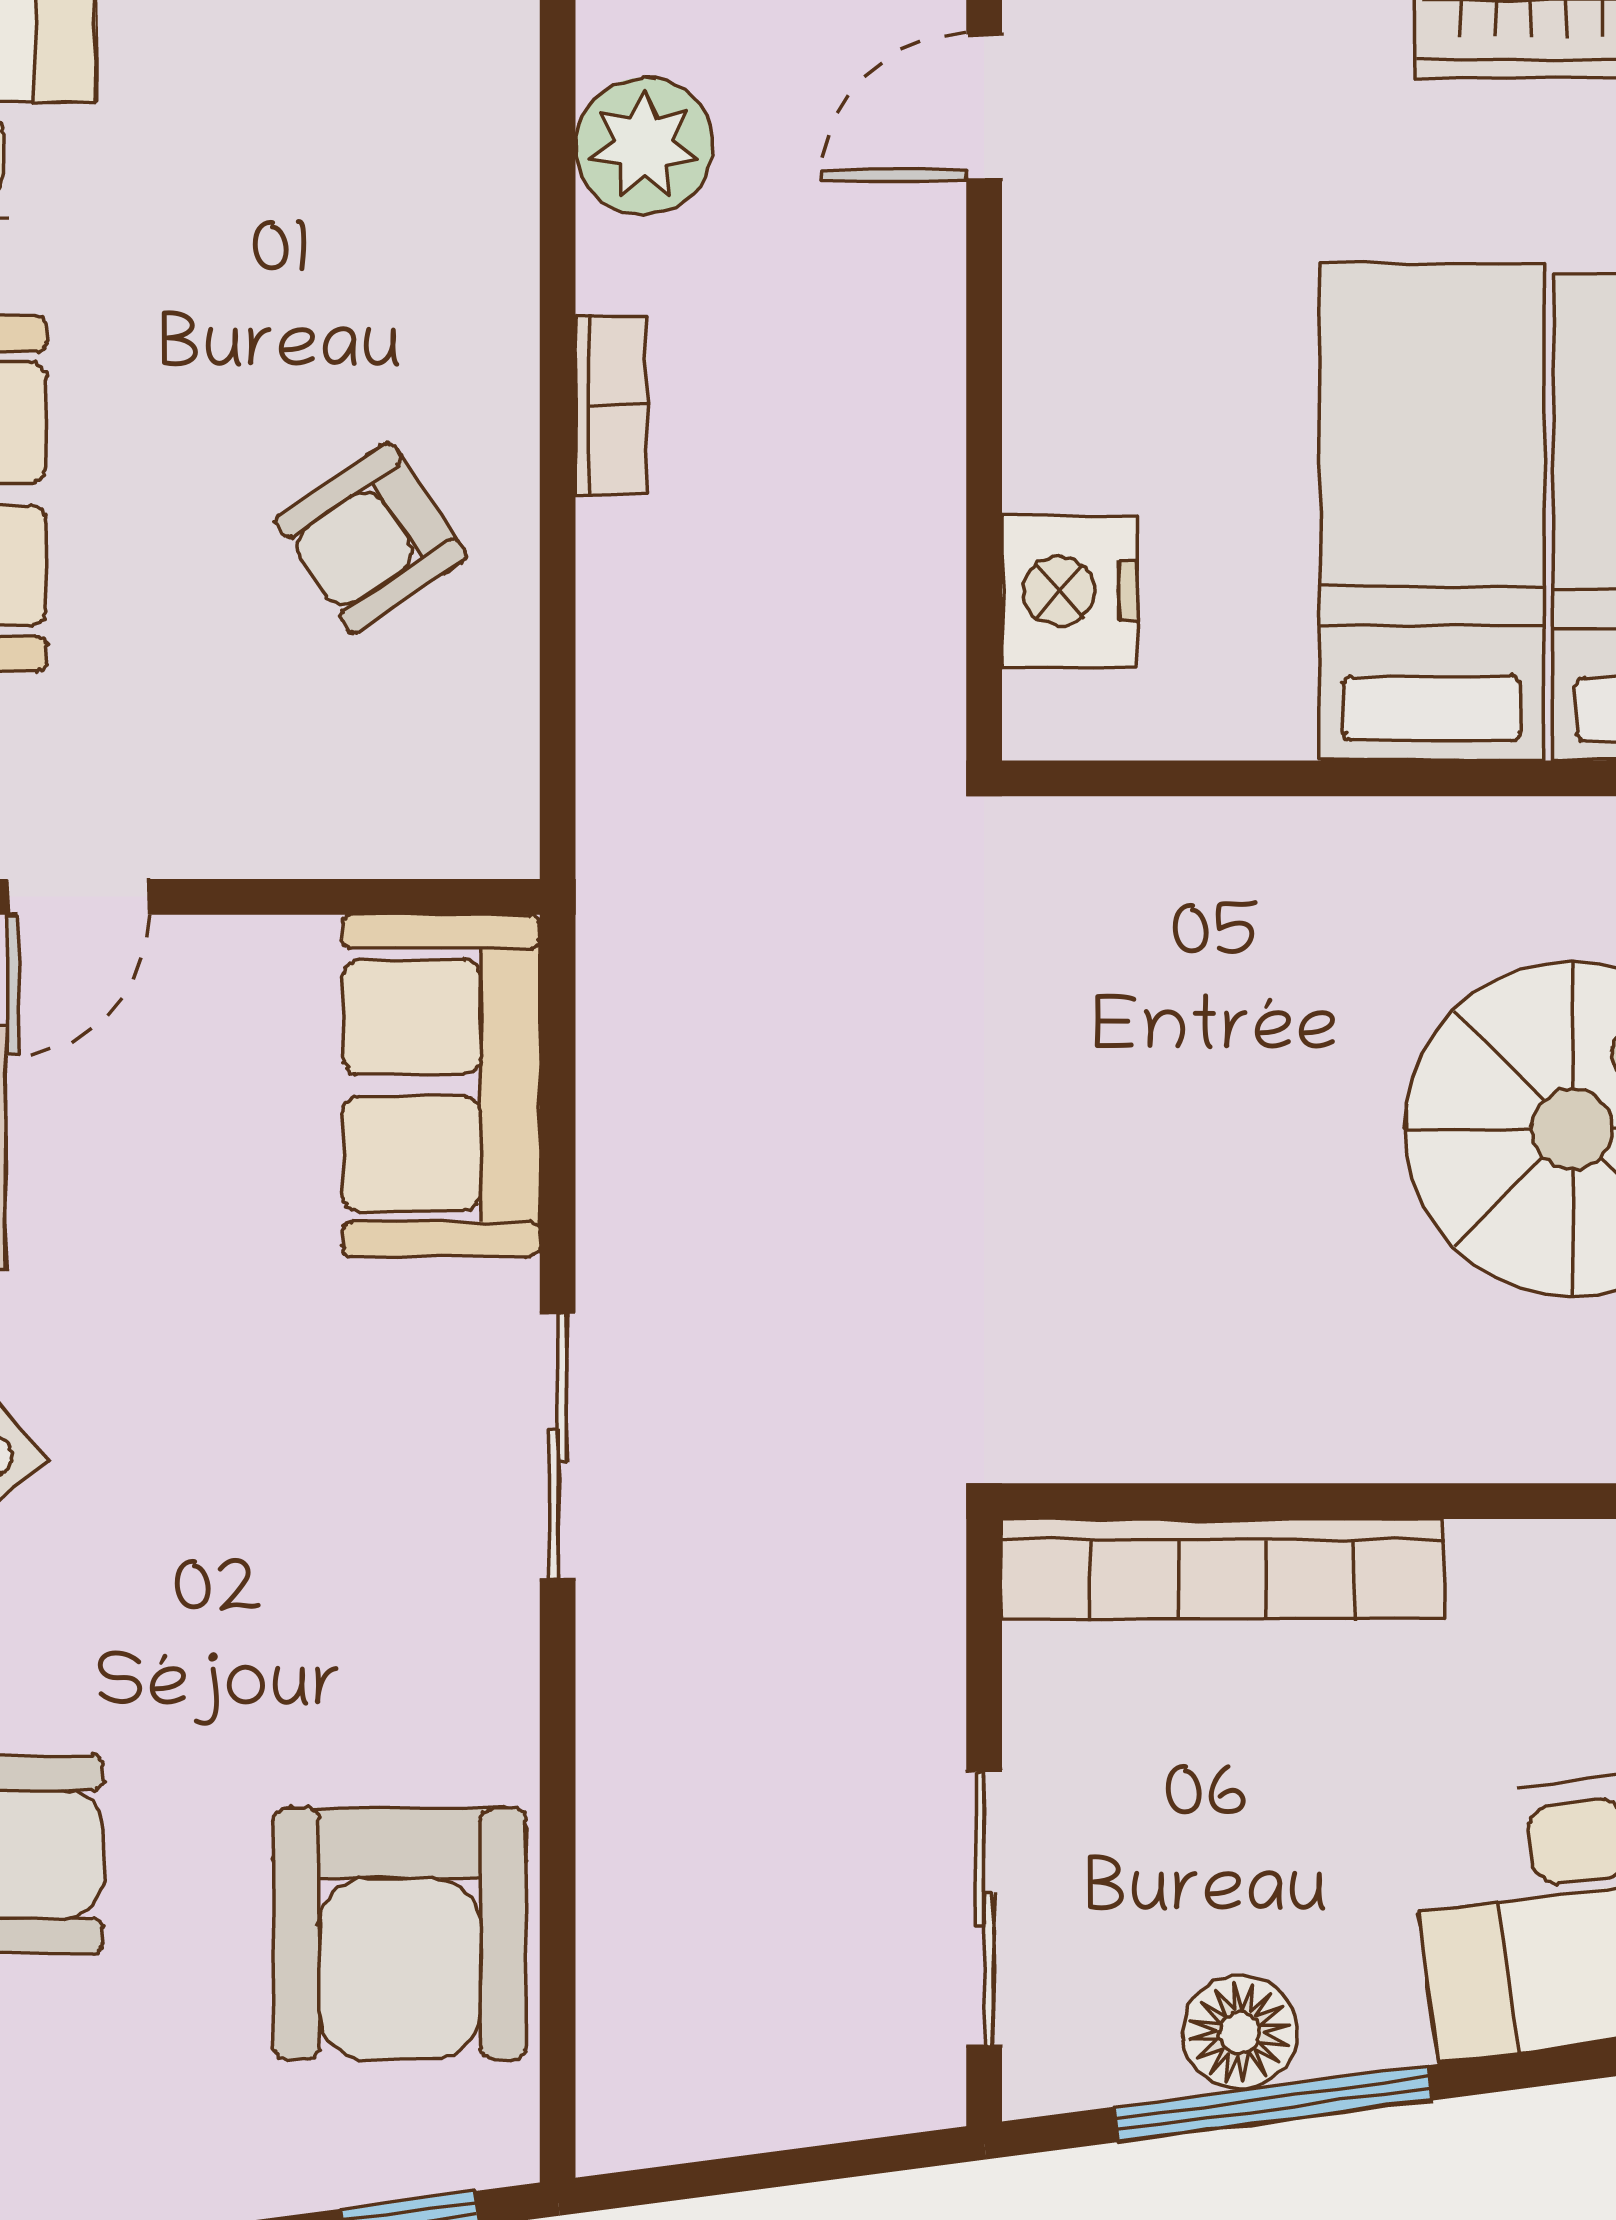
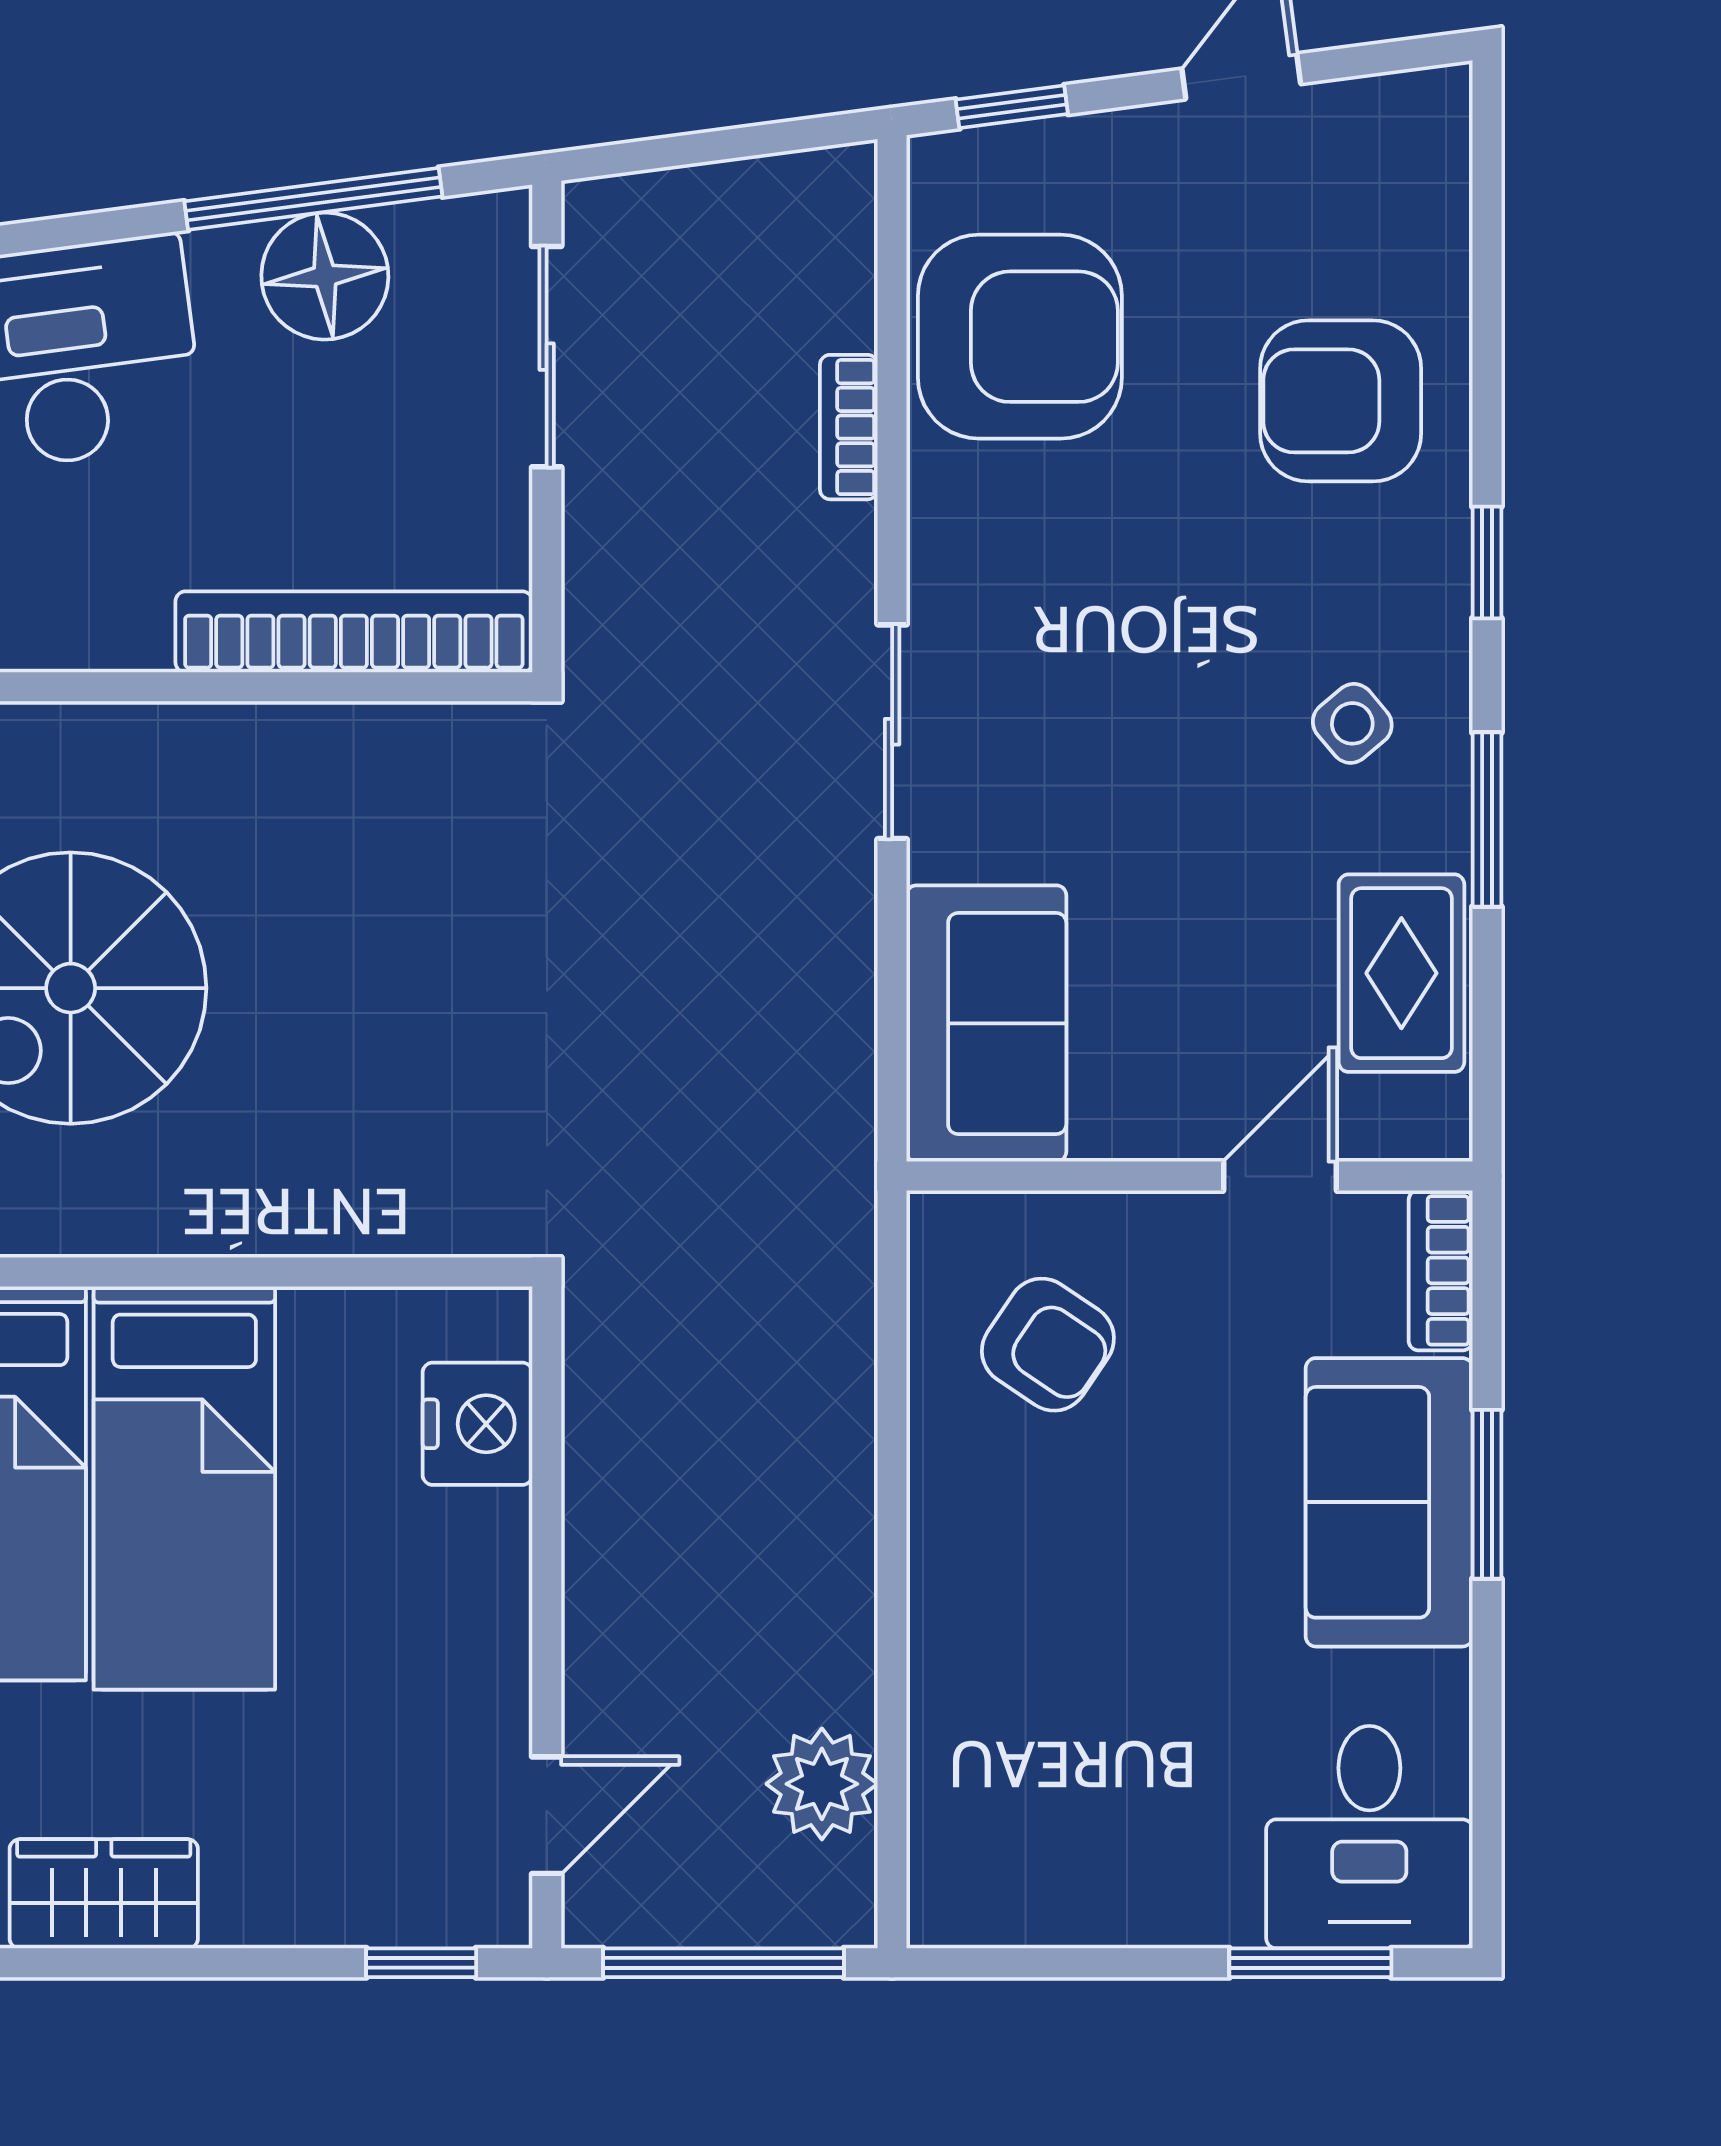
bookcase: (611, 405) -> (849, 427), moved
armchair: (371, 538) -> (1048, 1345), moved, turned 68
armchair: (400, 1934) -> (1020, 337), turned 90
floor lamp: (1240, 2032) -> (325, 276), width x1.38, depth x1.38

